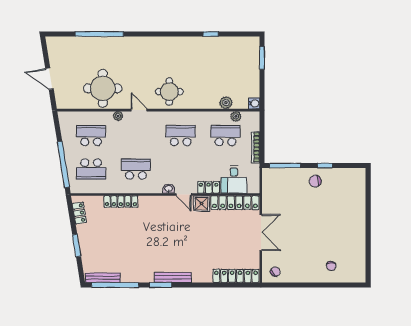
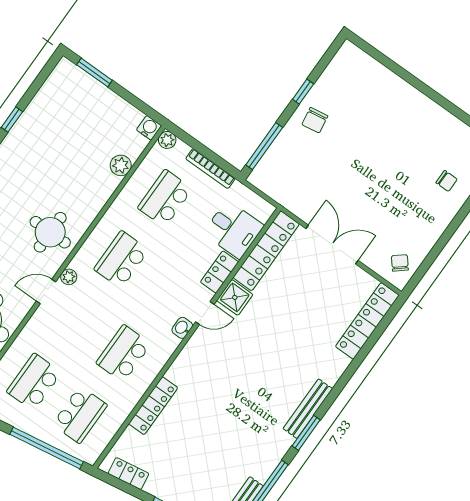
plant: (118, 116) -> (69, 277), moved
plant: (236, 116) -> (167, 140), moved

